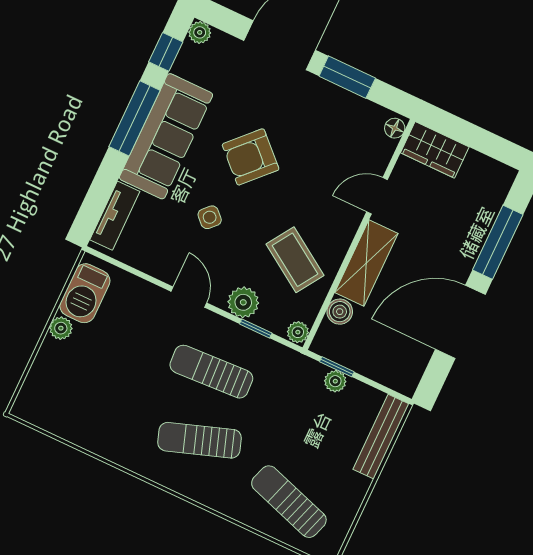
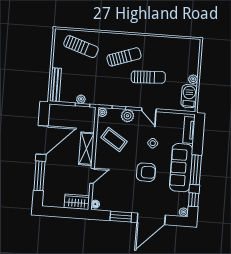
armchair: (251, 157) -> (146, 172), turned 46
boiler: (340, 312) -> (89, 126), removed
sun lounger: (211, 372) -> (148, 77), moved

